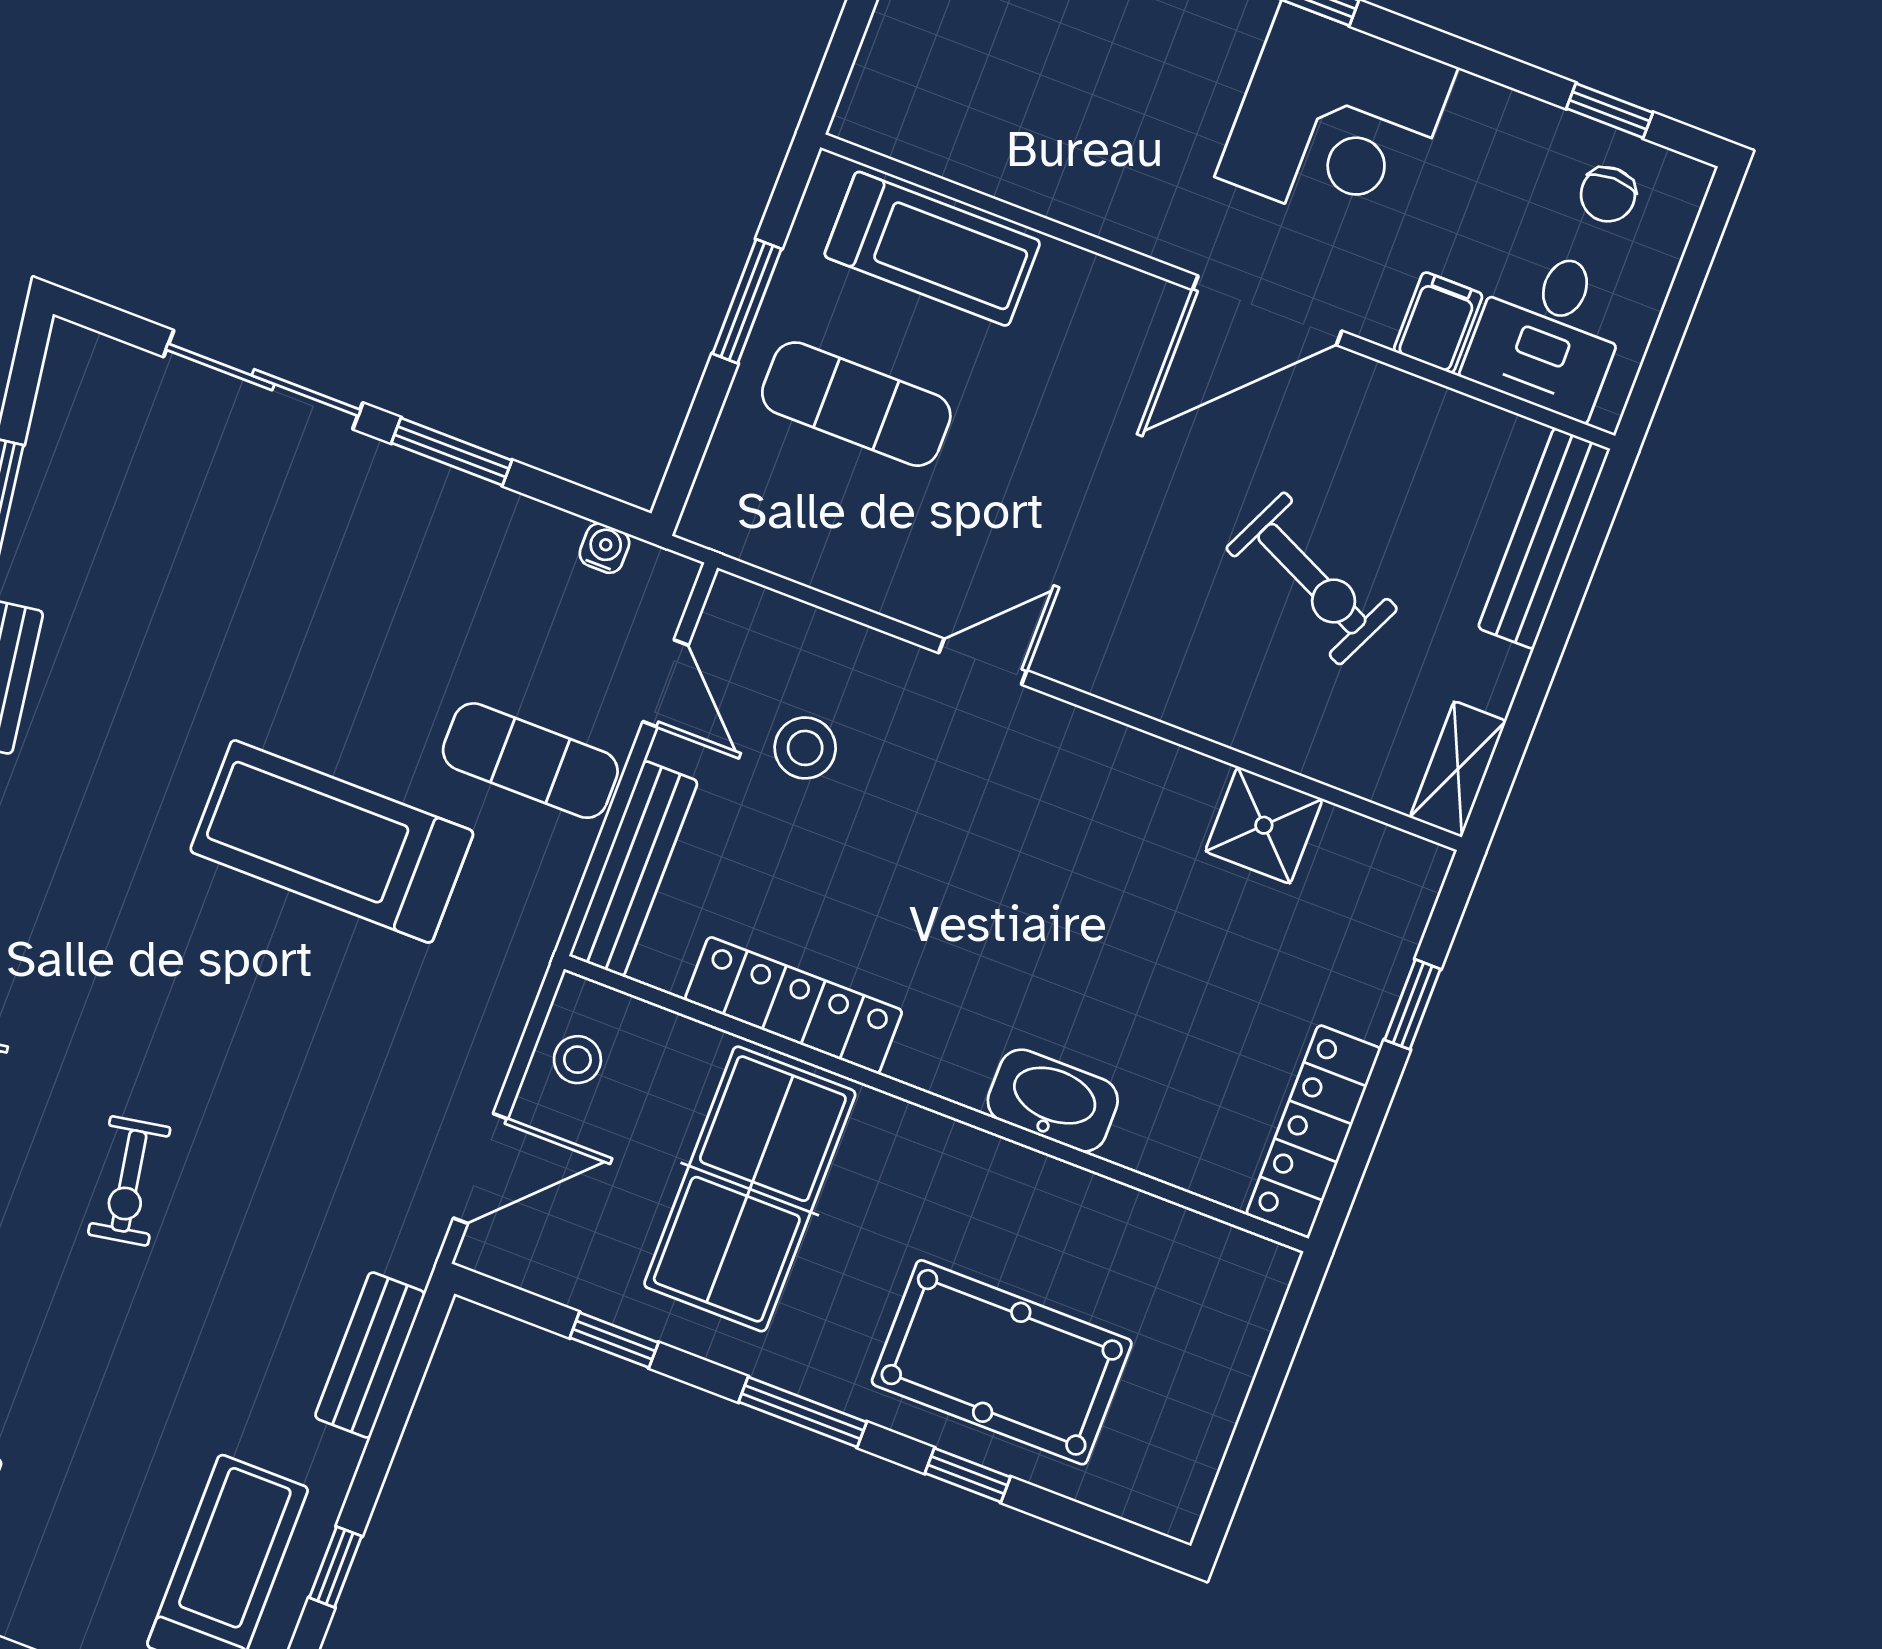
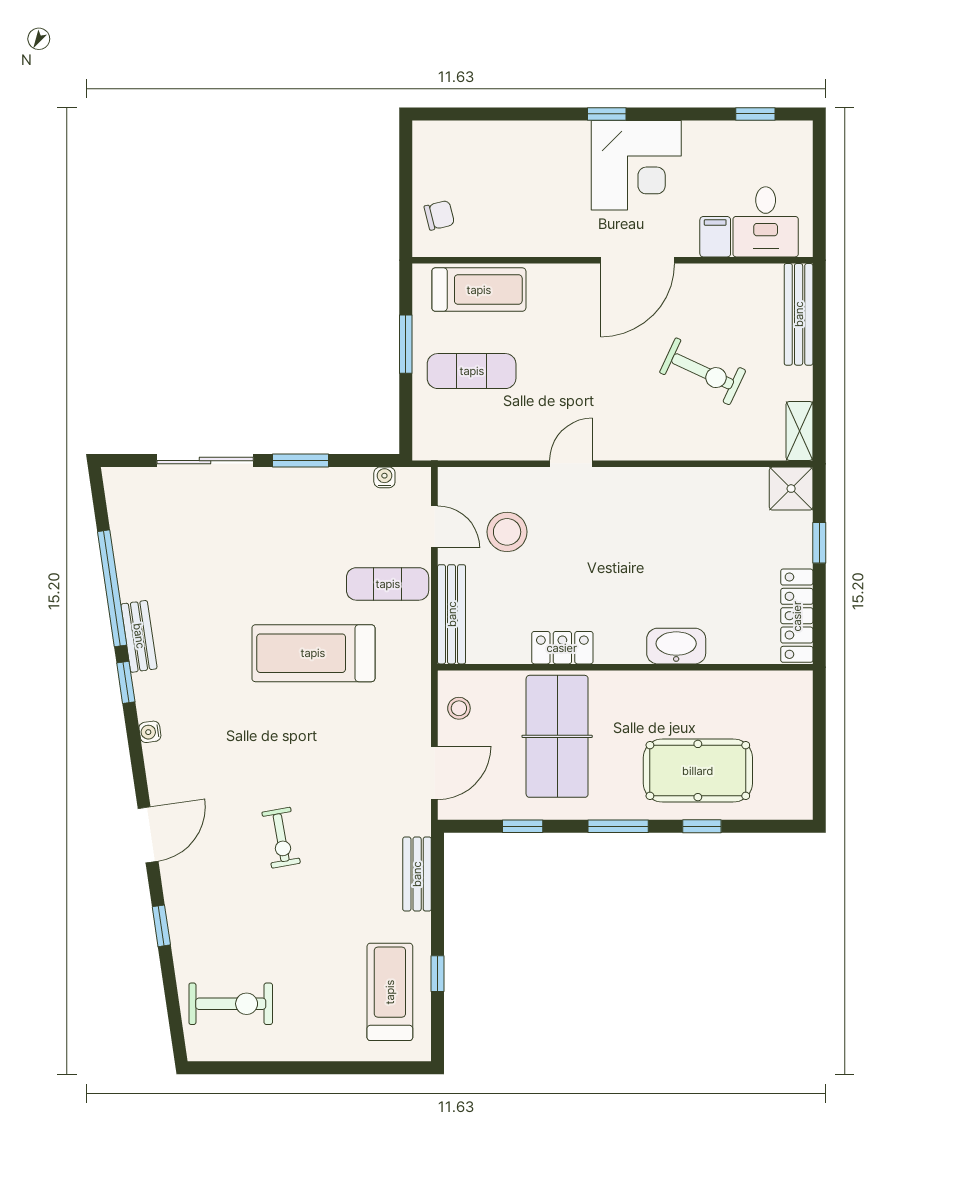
chair: (1608, 194) -> (439, 215), moved, turned -104
stool: (805, 748) -> (507, 532), width x1.38, depth x1.38
shower: (1264, 825) -> (791, 489), moved
locker: (794, 1005) -> (562, 648), width x0.66

